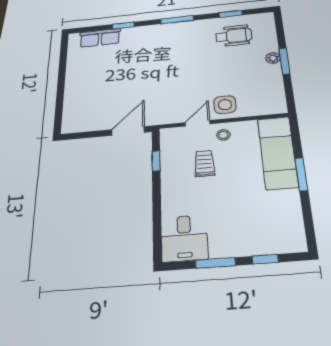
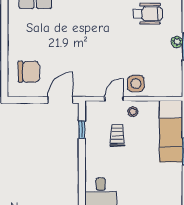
chair: (89, 106) -> (29, 72), added

